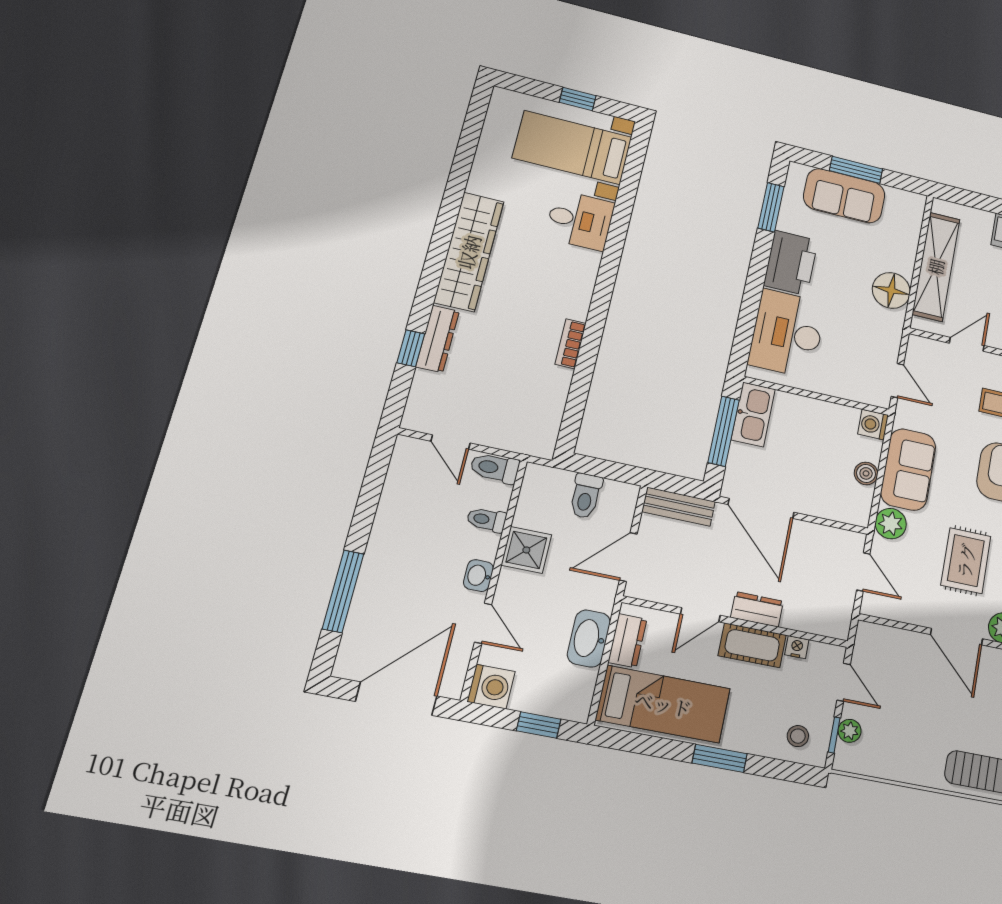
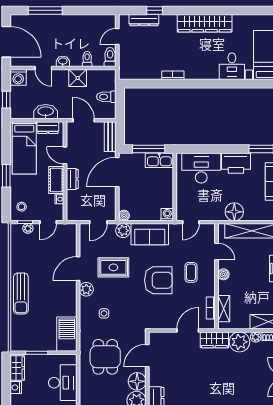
dresser: (438, 339) -> (144, 20), moved
boiler: (866, 473) -> (124, 215), moved
door: (483, 623) -> (43, 68), hinge flipped

